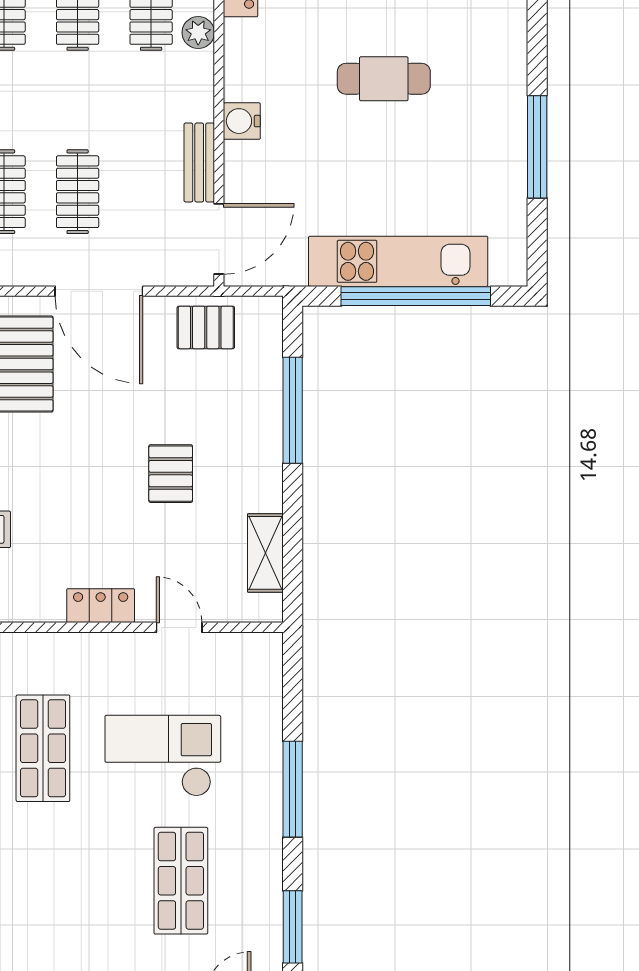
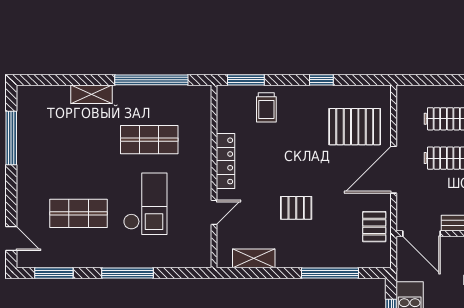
locker: (101, 606) -> (226, 161), width x1.53

